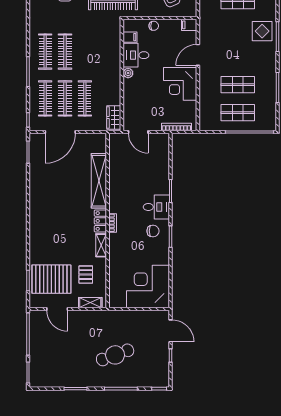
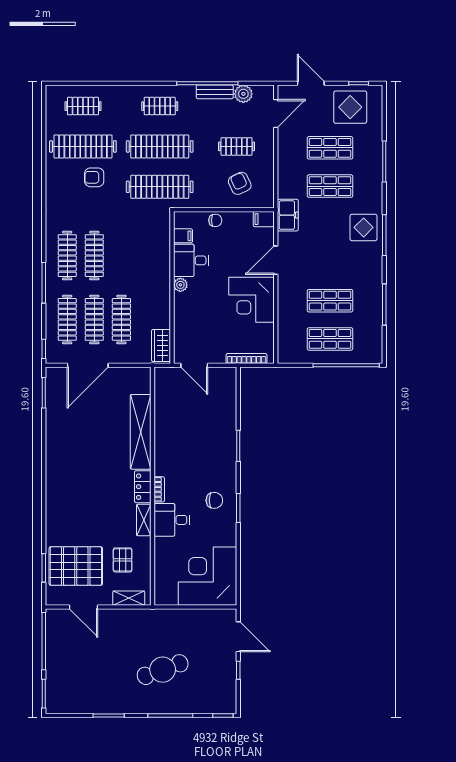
freezer: (207, 22) -> (288, 215), added
desk: (156, 207) -> (172, 520), moved, turned 180

